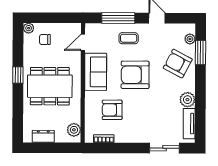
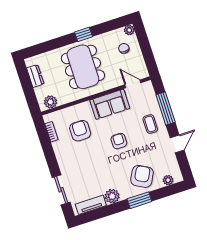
window: (200, 53) -> (139, 200), moved
armchair: (135, 75) -> (119, 141), width x0.53, depth x0.53

